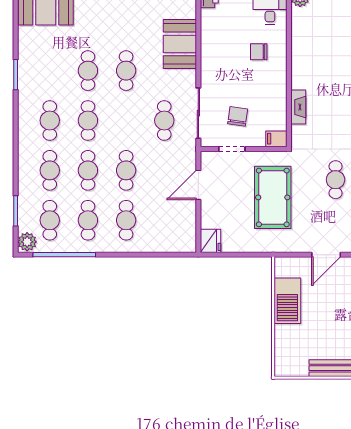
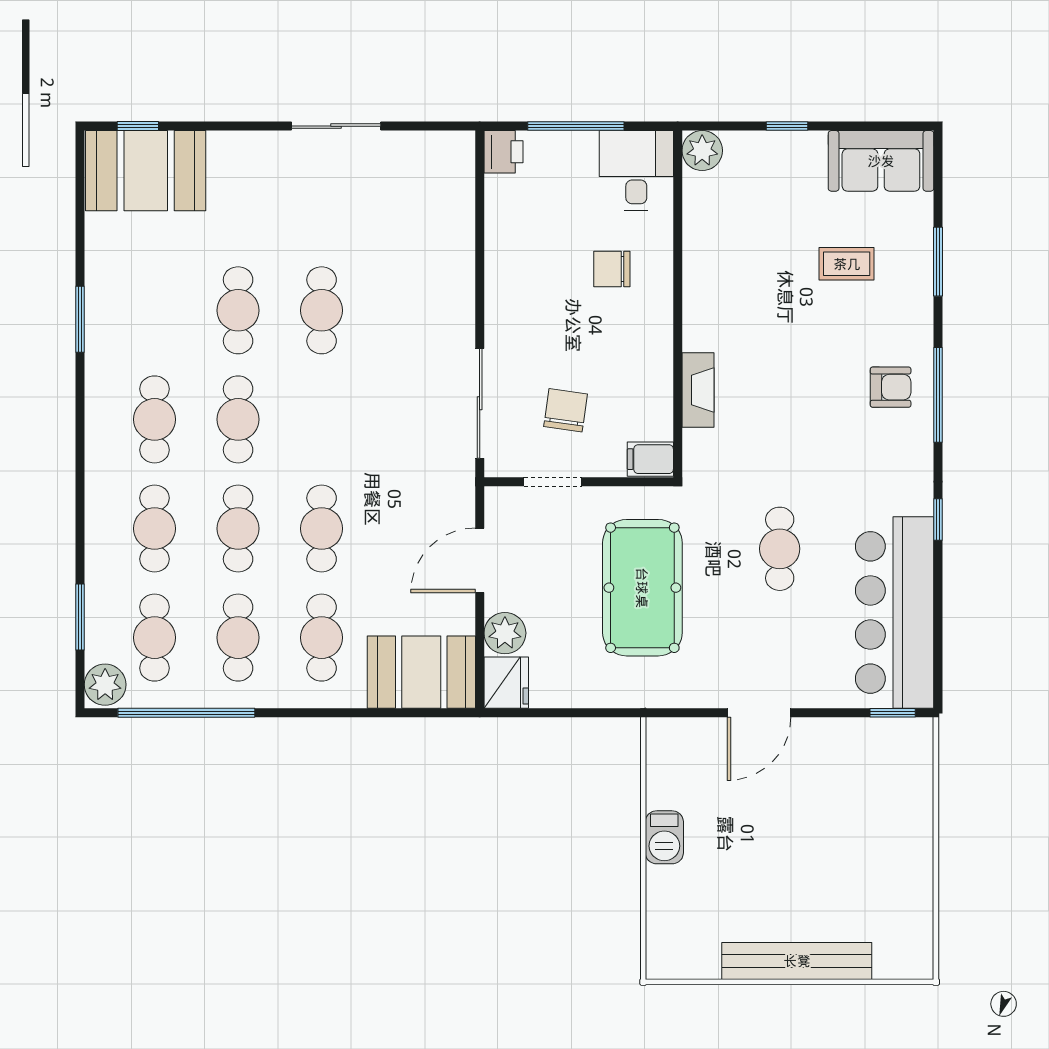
booth: (180, 44) -> (421, 672), moved, turned 90
cafe table: (164, 120) -> (405, 419), removed
plant: (210, 218) -> (505, 633), added
barbecue: (287, 301) -> (664, 837), width x0.53, depth x0.65

